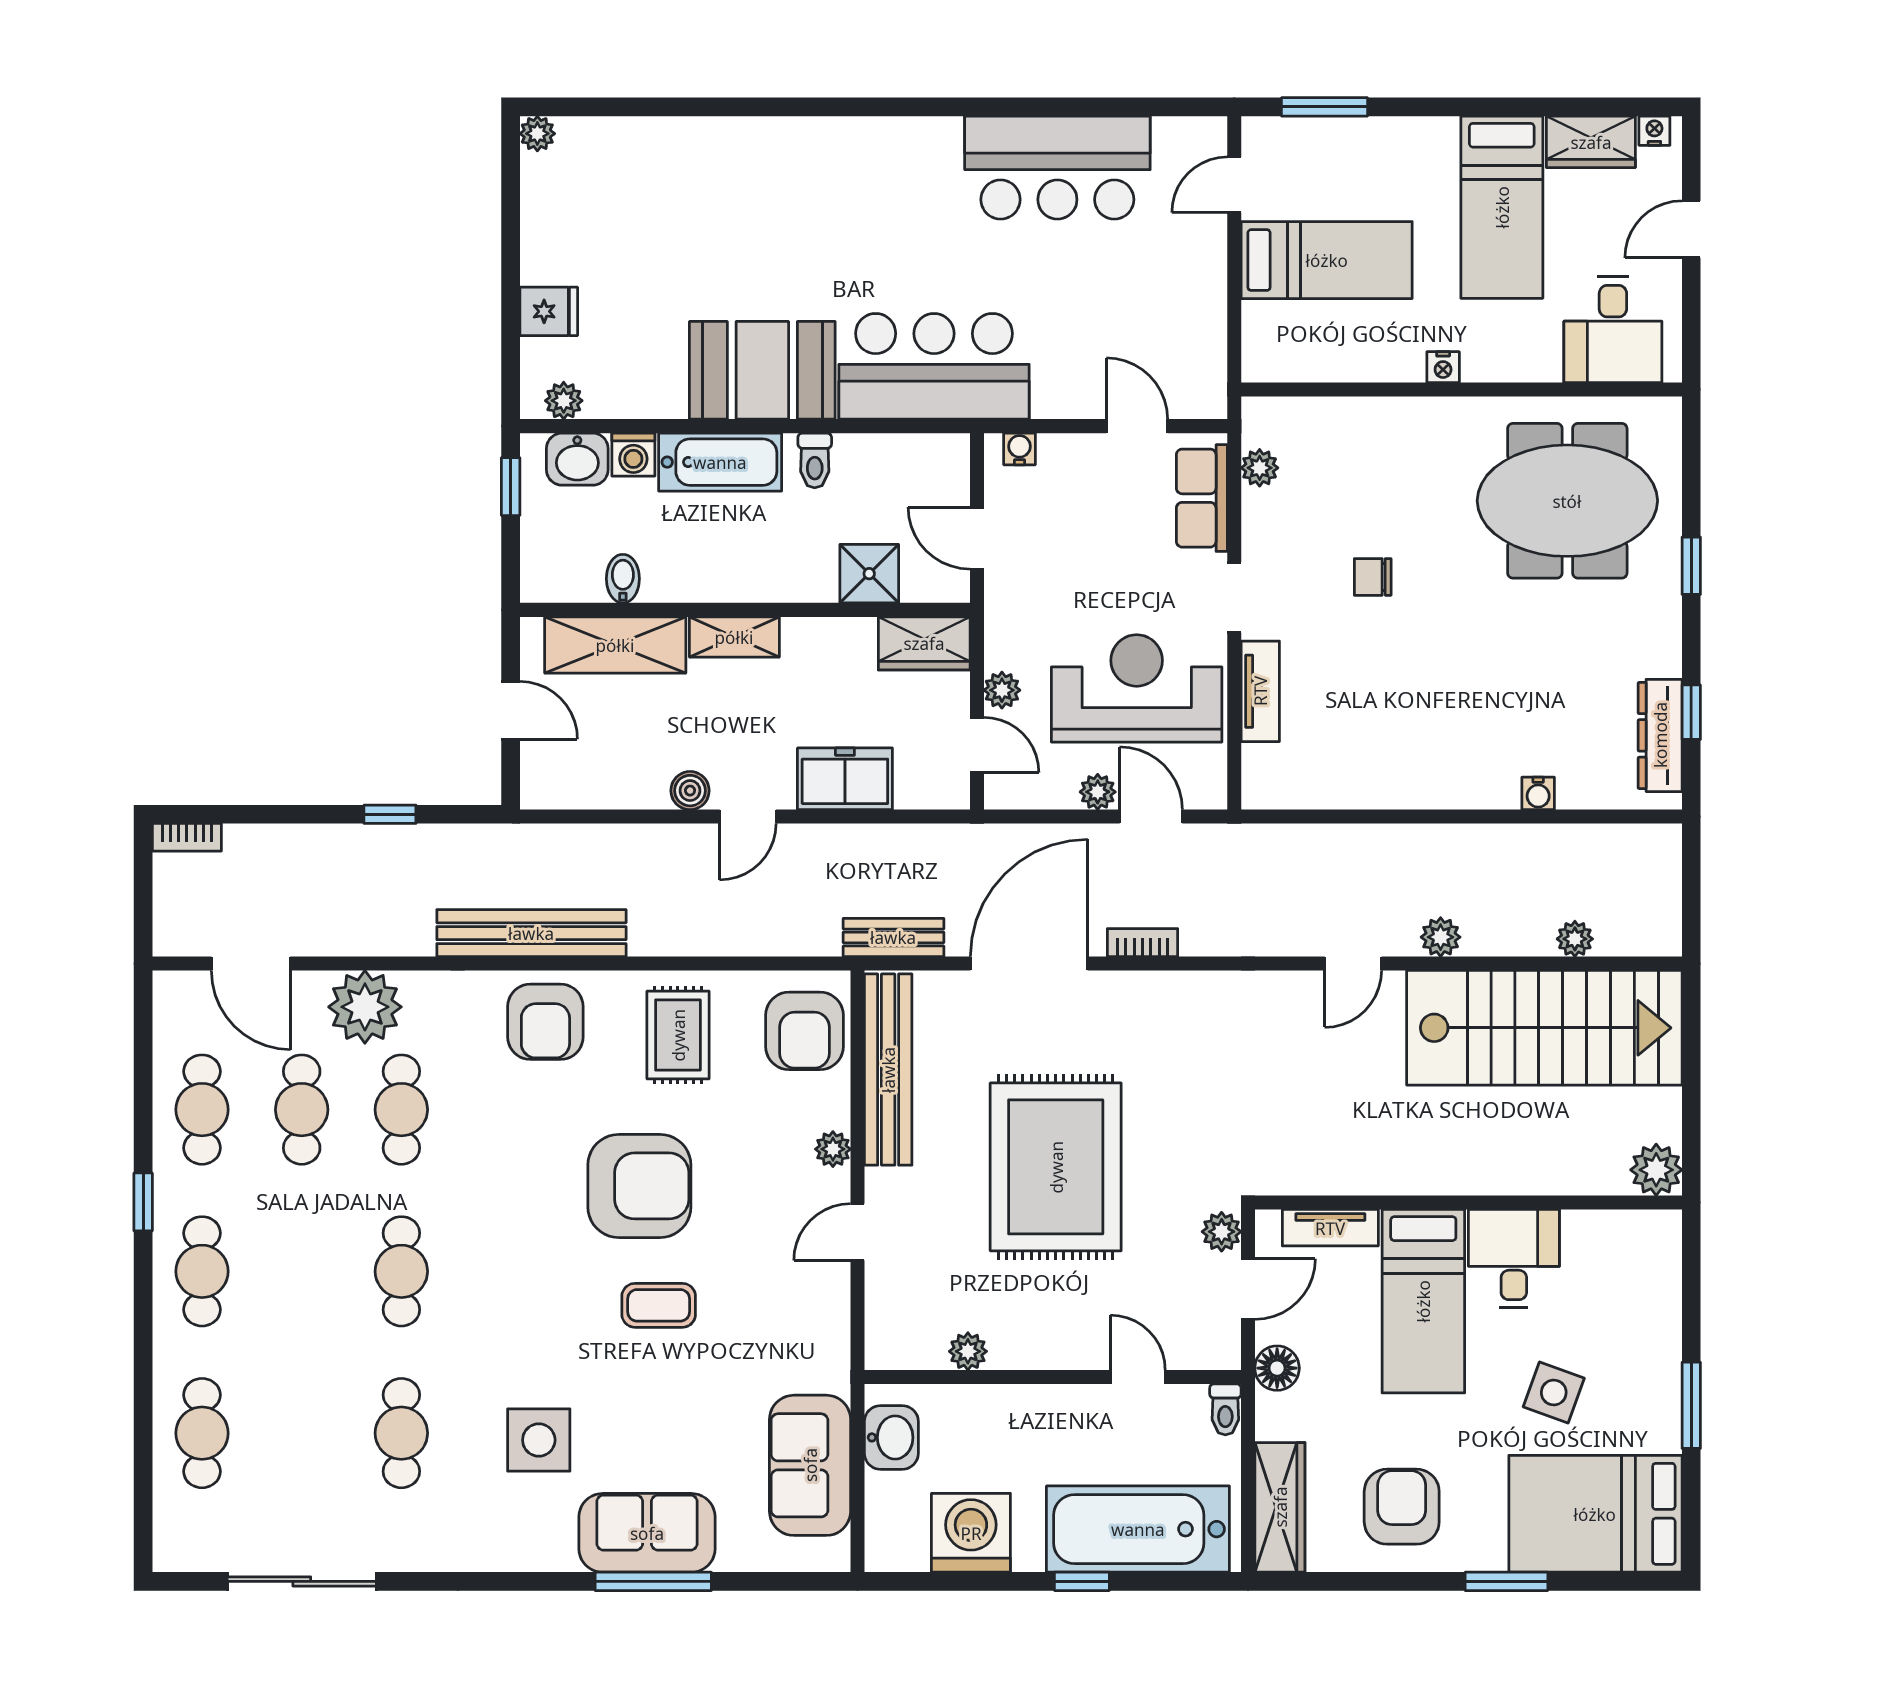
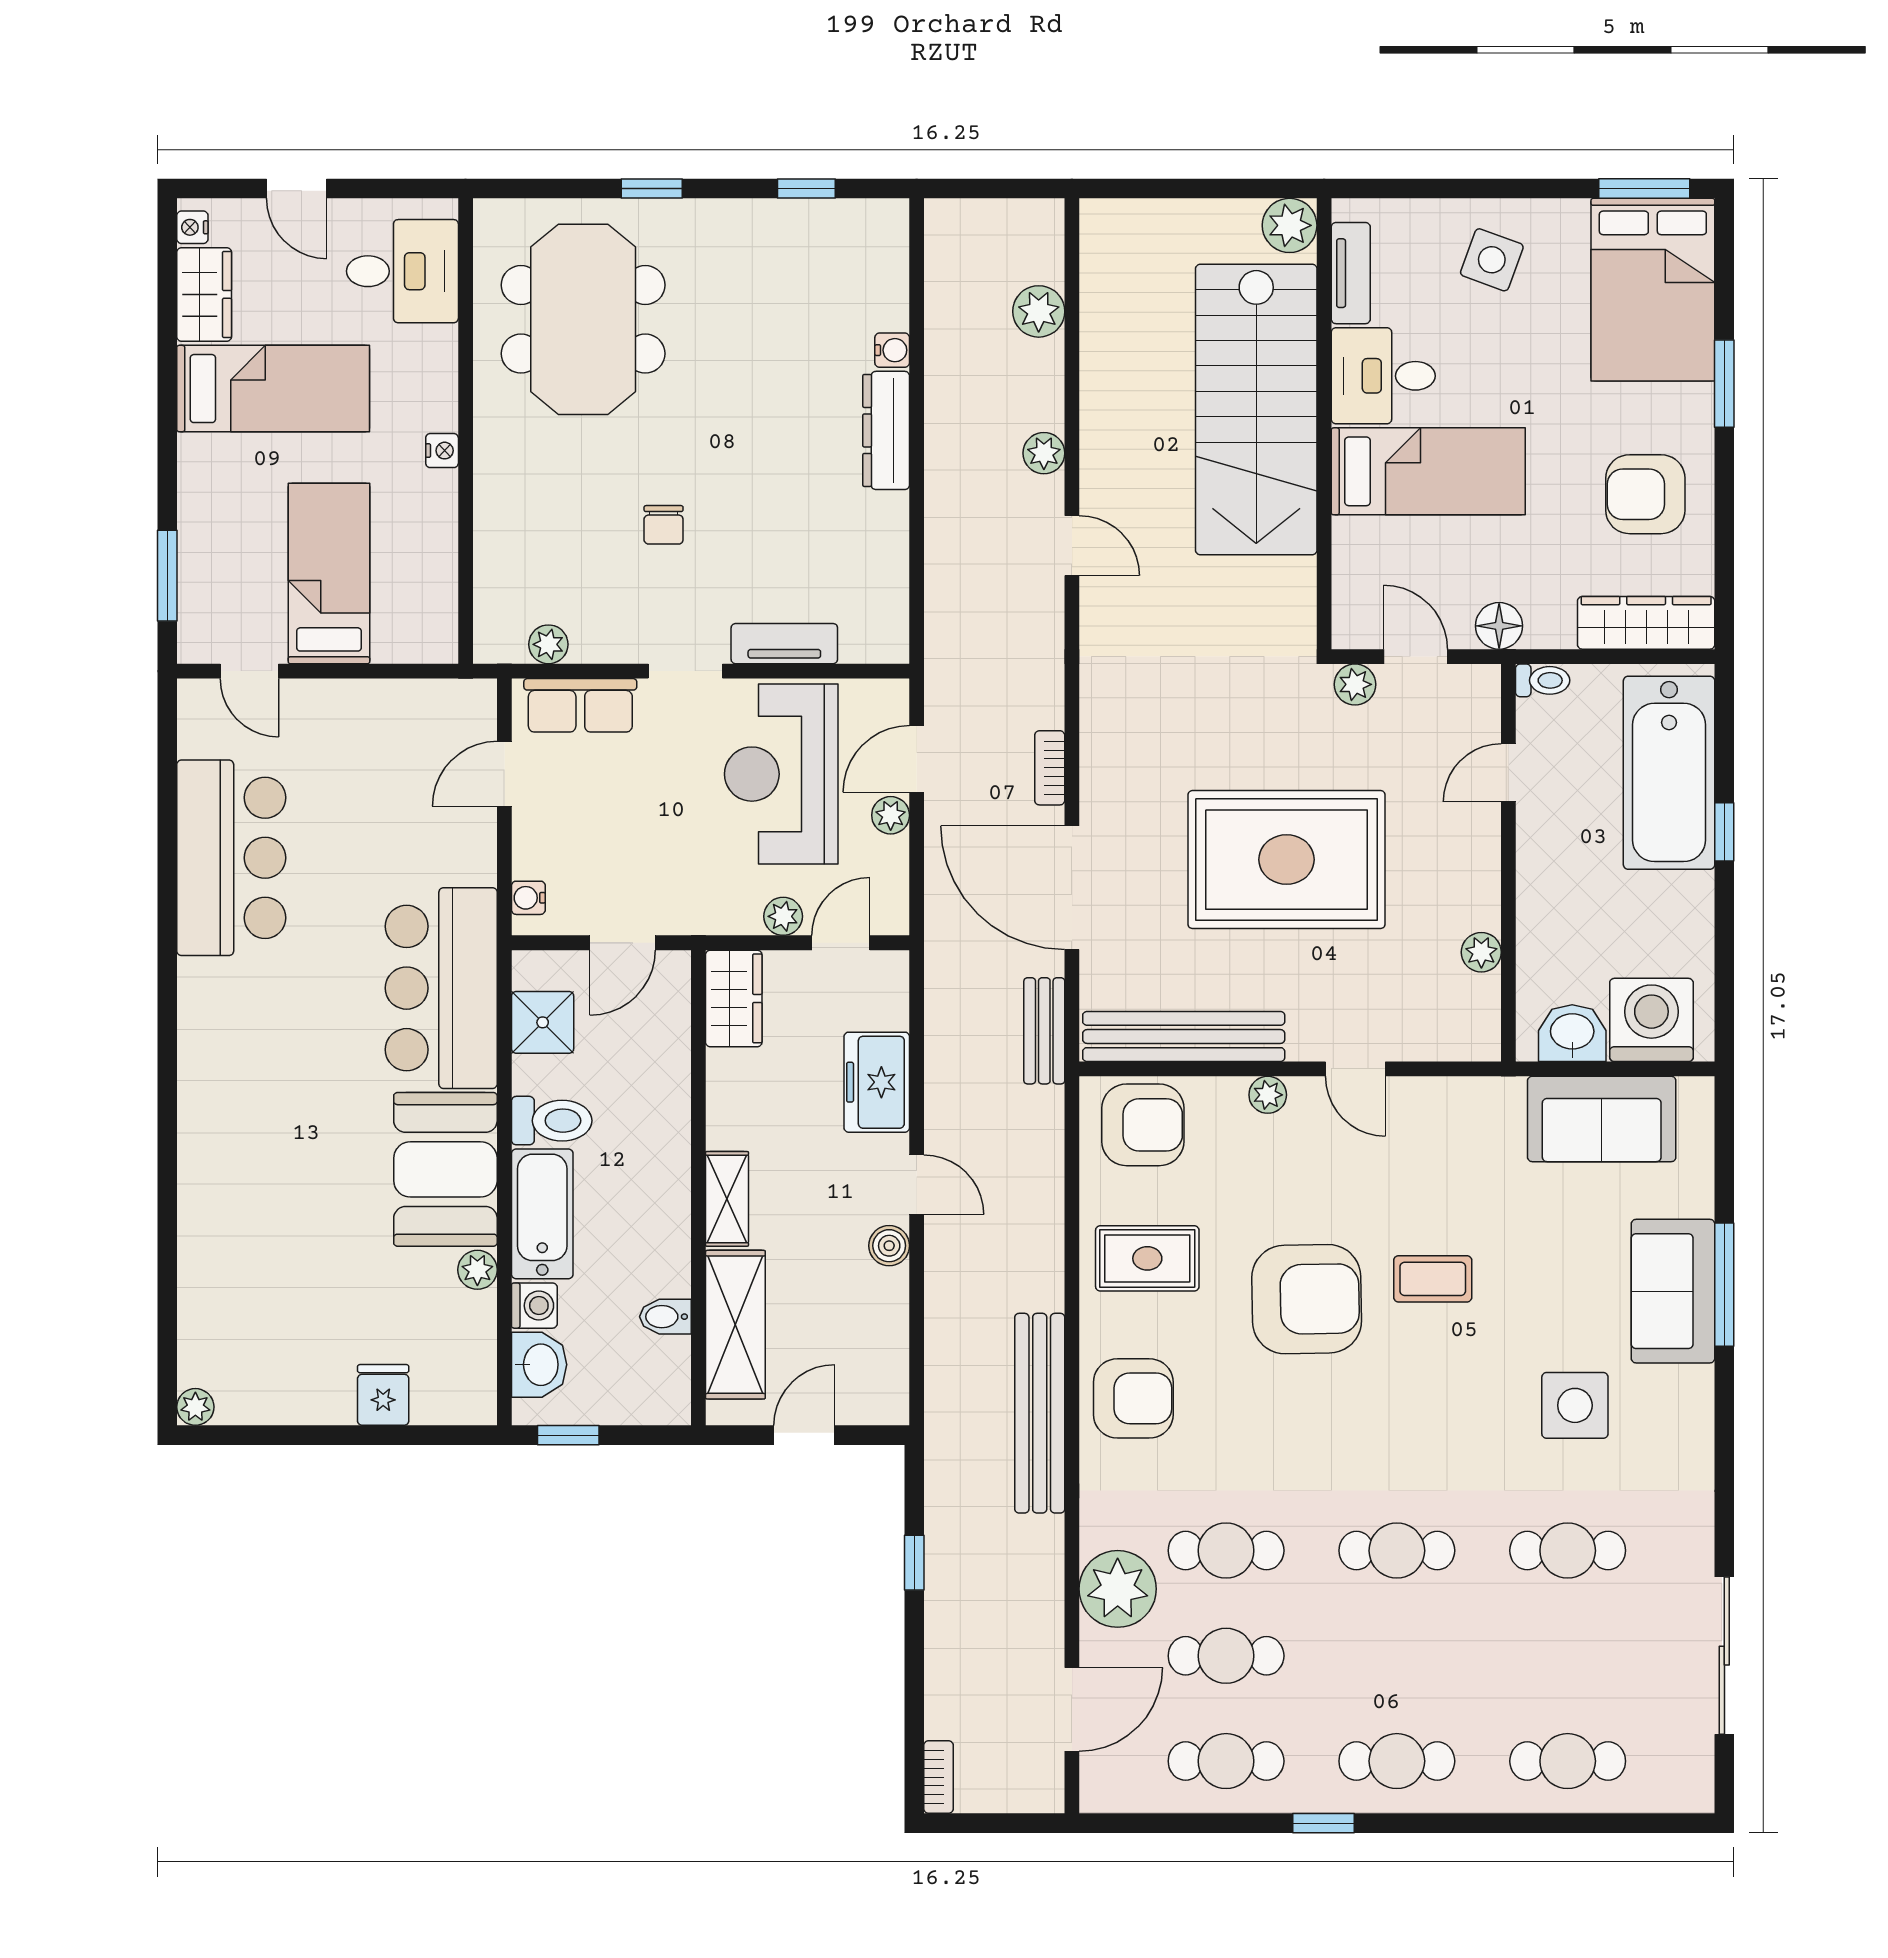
plant: (564, 401) -> (477, 1270), moved
toilet: (815, 460) -> (552, 1121), width x1.37, depth x1.39
shower: (869, 574) -> (543, 1022), moved
dresser: (1660, 735) -> (886, 430), moved, turned 90
plant: (1575, 939) -> (1039, 311), width x1.38, depth x1.38
stairs: (1544, 1028) -> (1256, 410), moved, turned 180
armchair: (639, 1186) -> (1307, 1299), turned 89
tv unit: (1330, 1228) -> (1351, 273), moved
coffee table: (659, 1305) -> (1433, 1279), turned 90
side table: (1554, 1392) -> (1492, 260), moved
window: (1691, 1405) -> (1644, 188), moved
washing machine: (971, 1533) -> (1651, 1020), moved, turned 90

